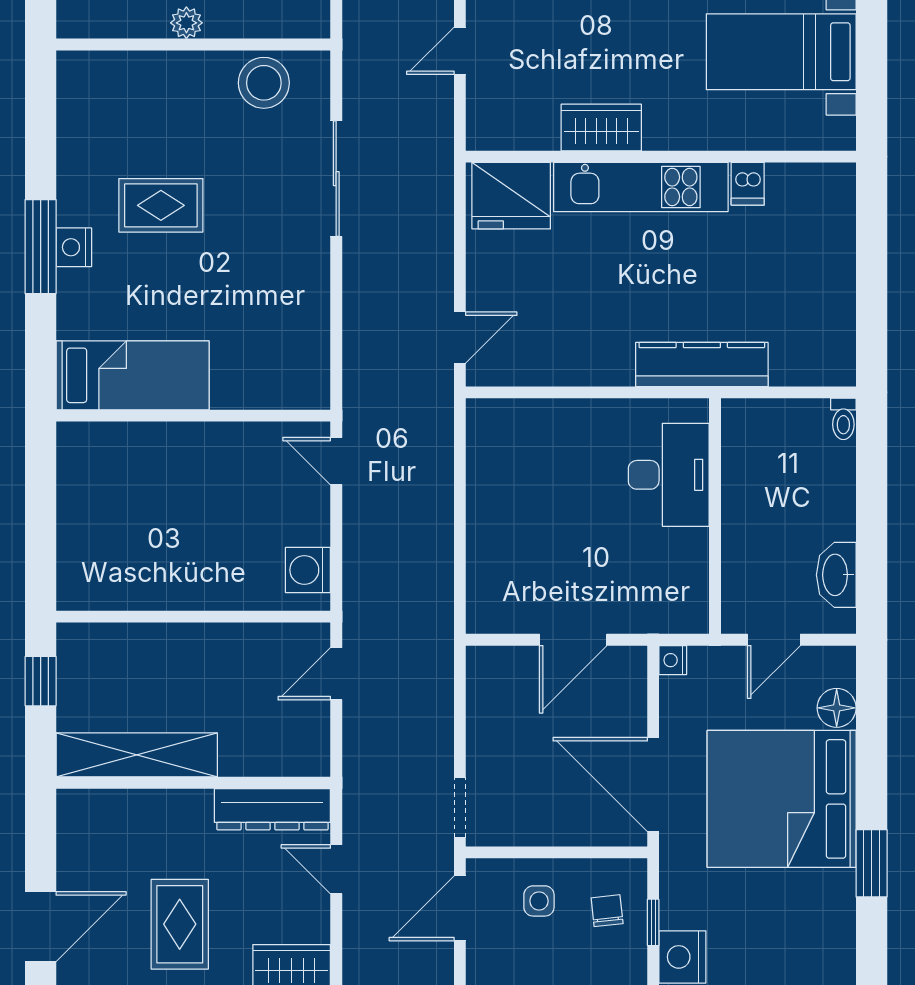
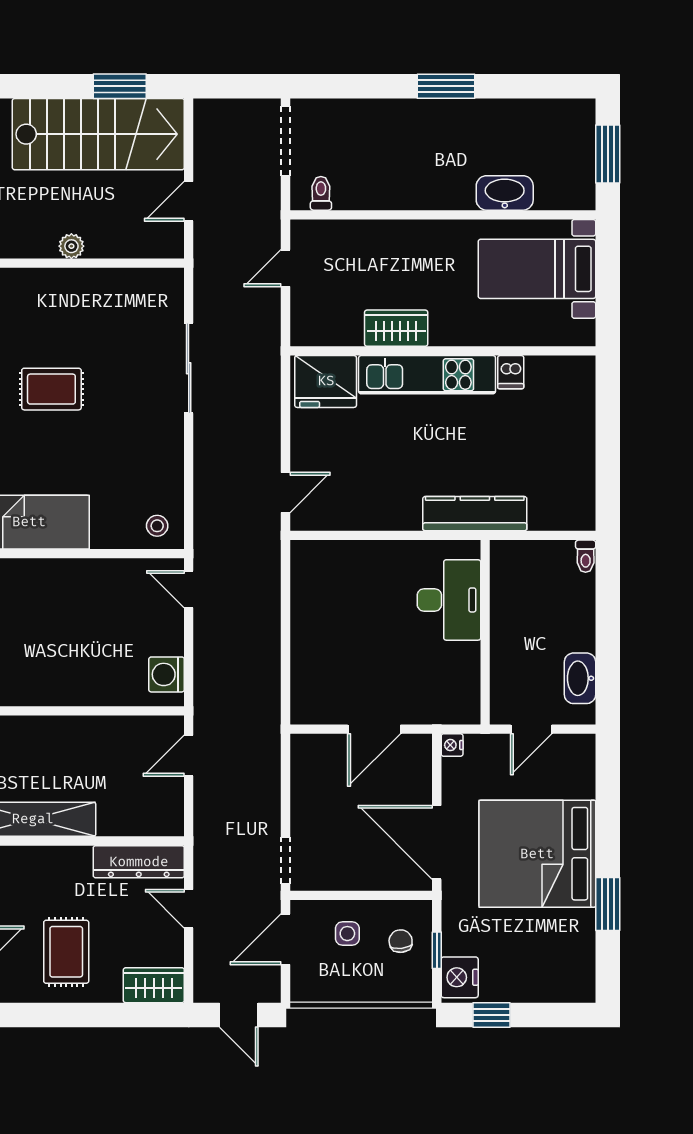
stool: (264, 83) -> (157, 526), moved, width x0.53, depth x0.53
floor lamp: (837, 708) -> (580, 782), removed

